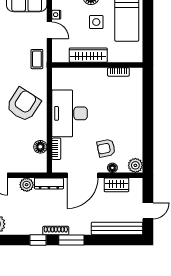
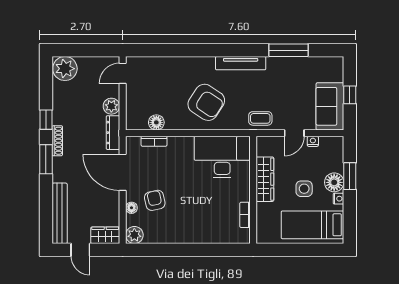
desk: (70, 113) -> (222, 157), moved
wardrobe: (116, 185) -> (105, 235), moved, turned 90

